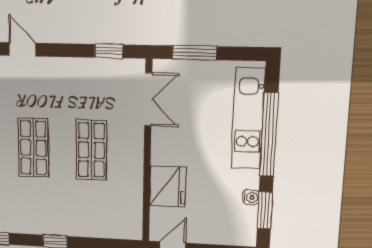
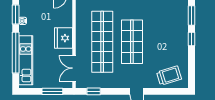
shop shelf: (33, 148) -> (132, 42), width x1.43, depth x1.36
shop shelf: (91, 150) -> (102, 42), width x2.00, depth x1.36
fridge: (168, 186) -> (64, 38), moved

